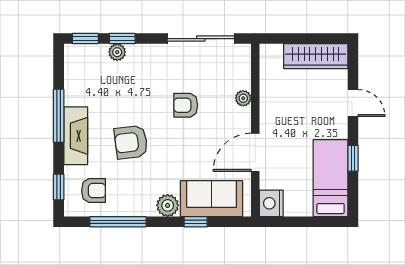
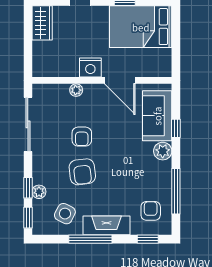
wardrobe: (316, 56) -> (42, 23), width x0.67
side table: (90, 84) -> (65, 214), added
armchair: (131, 142) -> (82, 172), moved
bed: (331, 178) -> (141, 27), width x1.50
nightstand: (271, 203) -> (90, 67), moved

